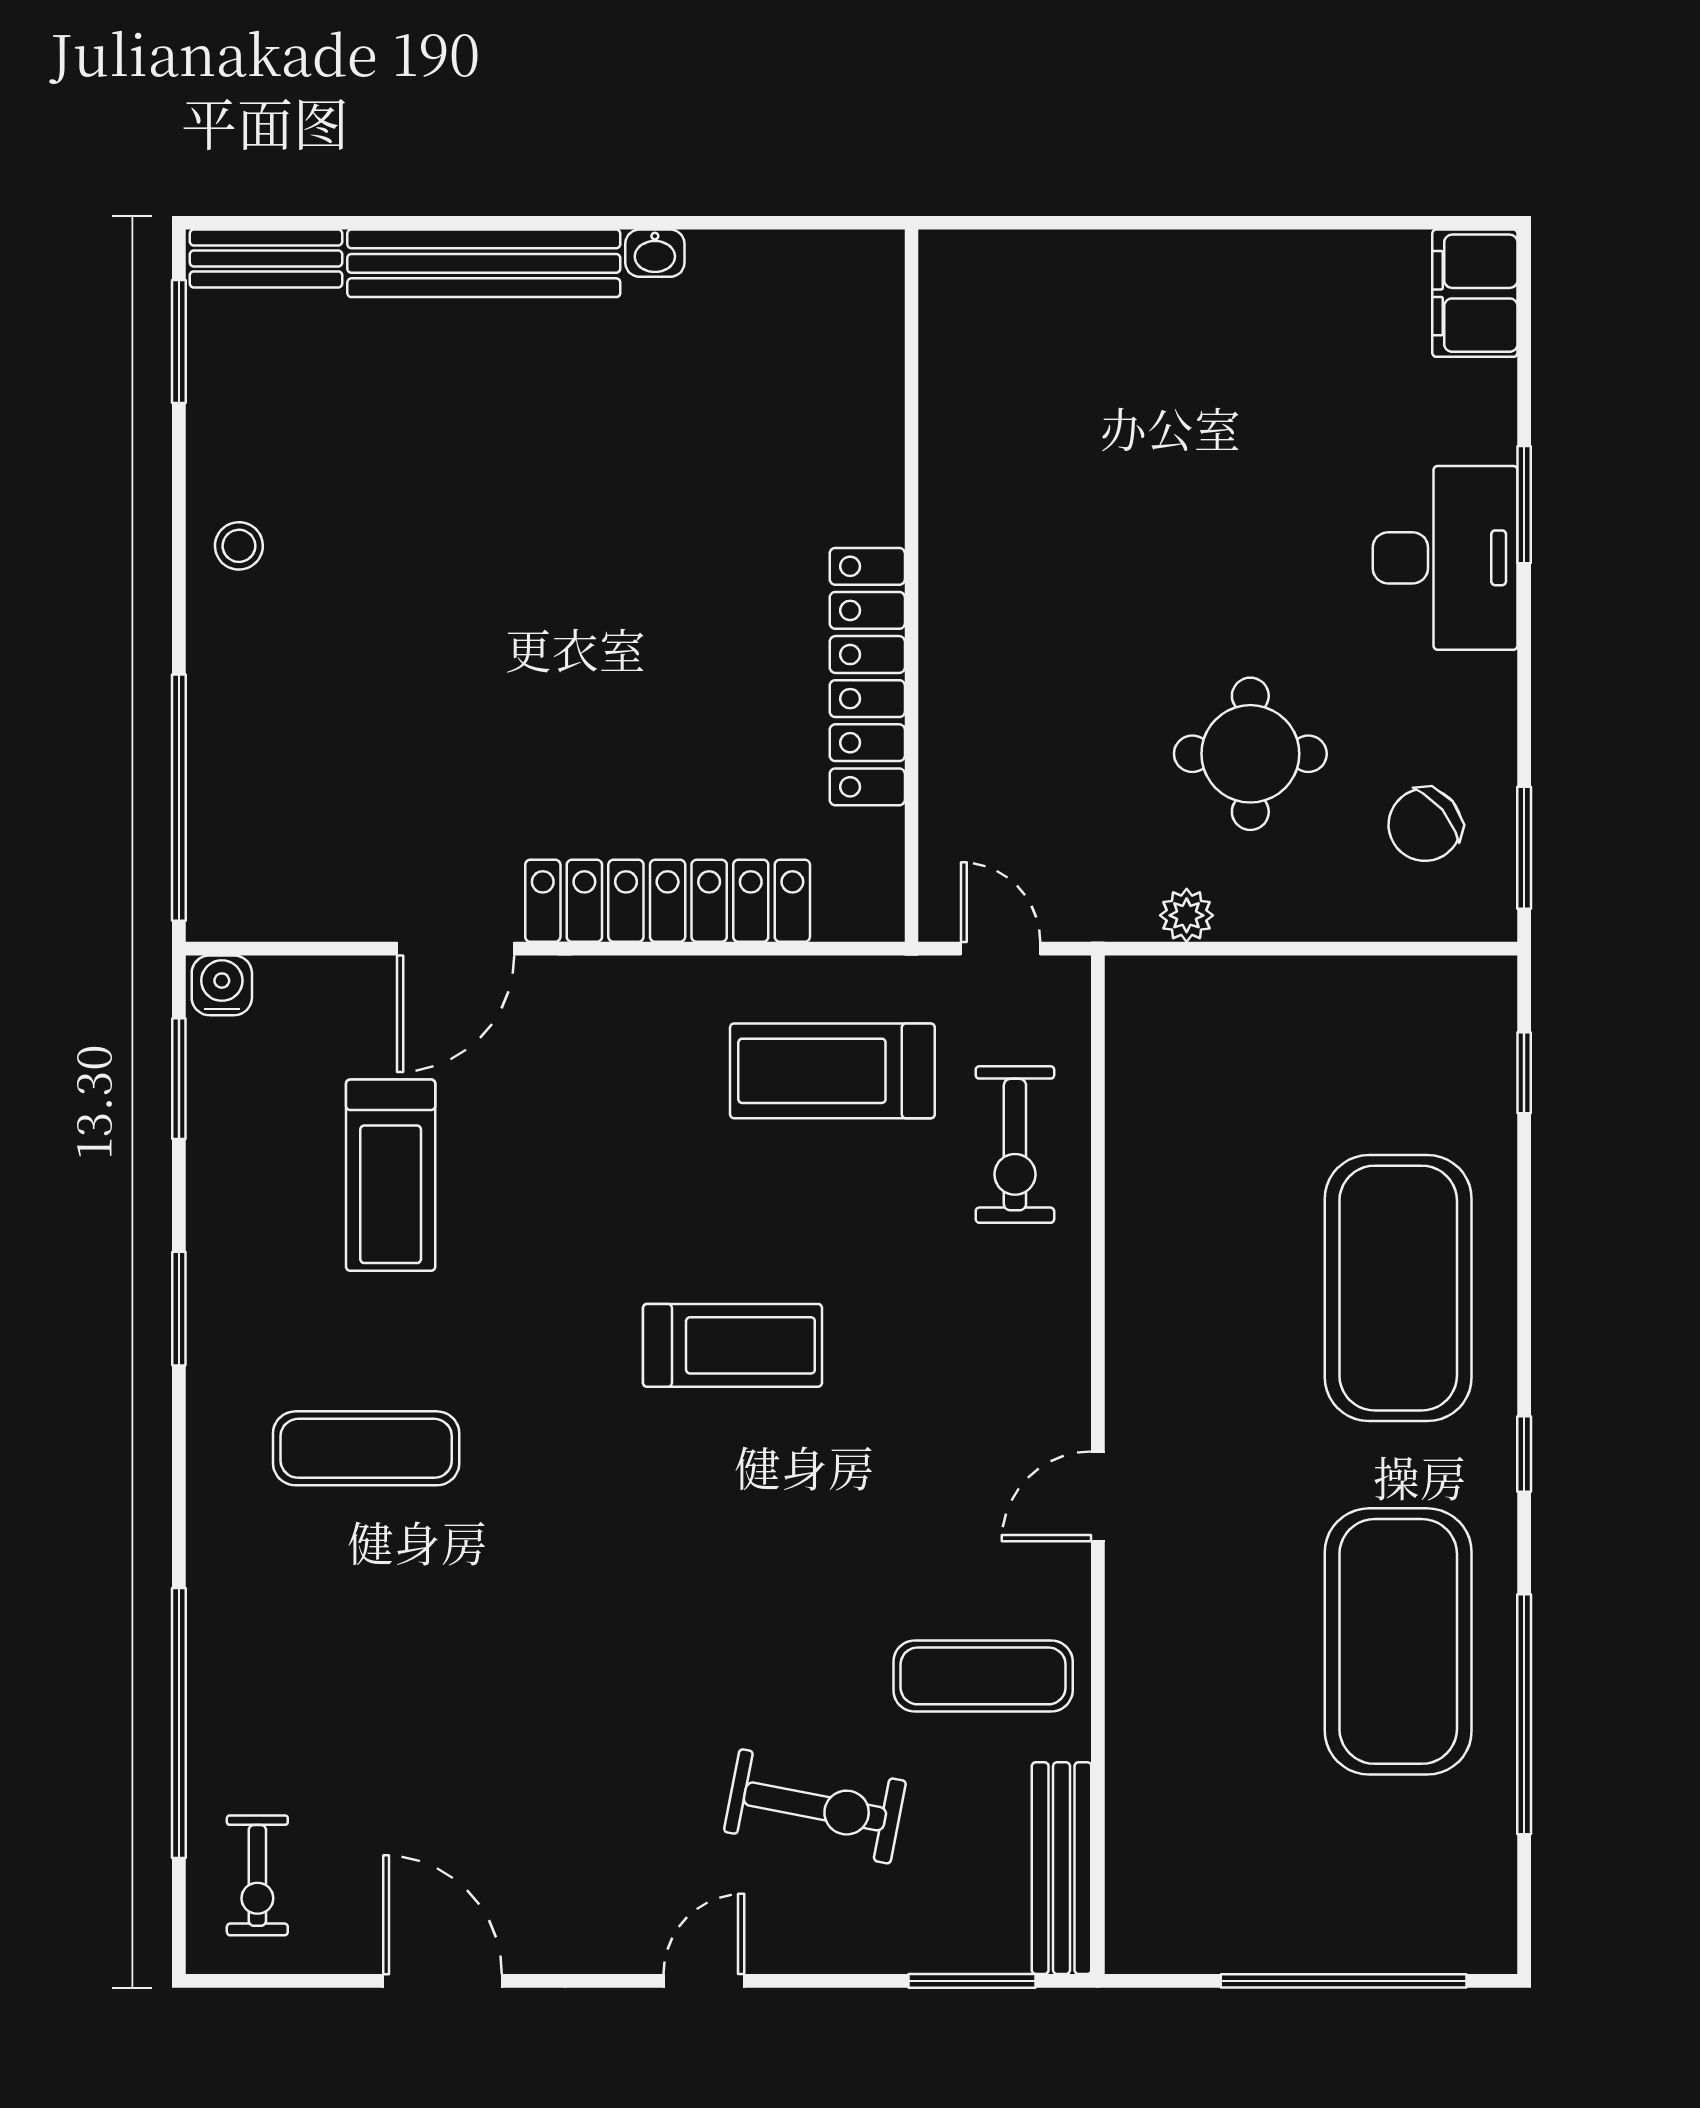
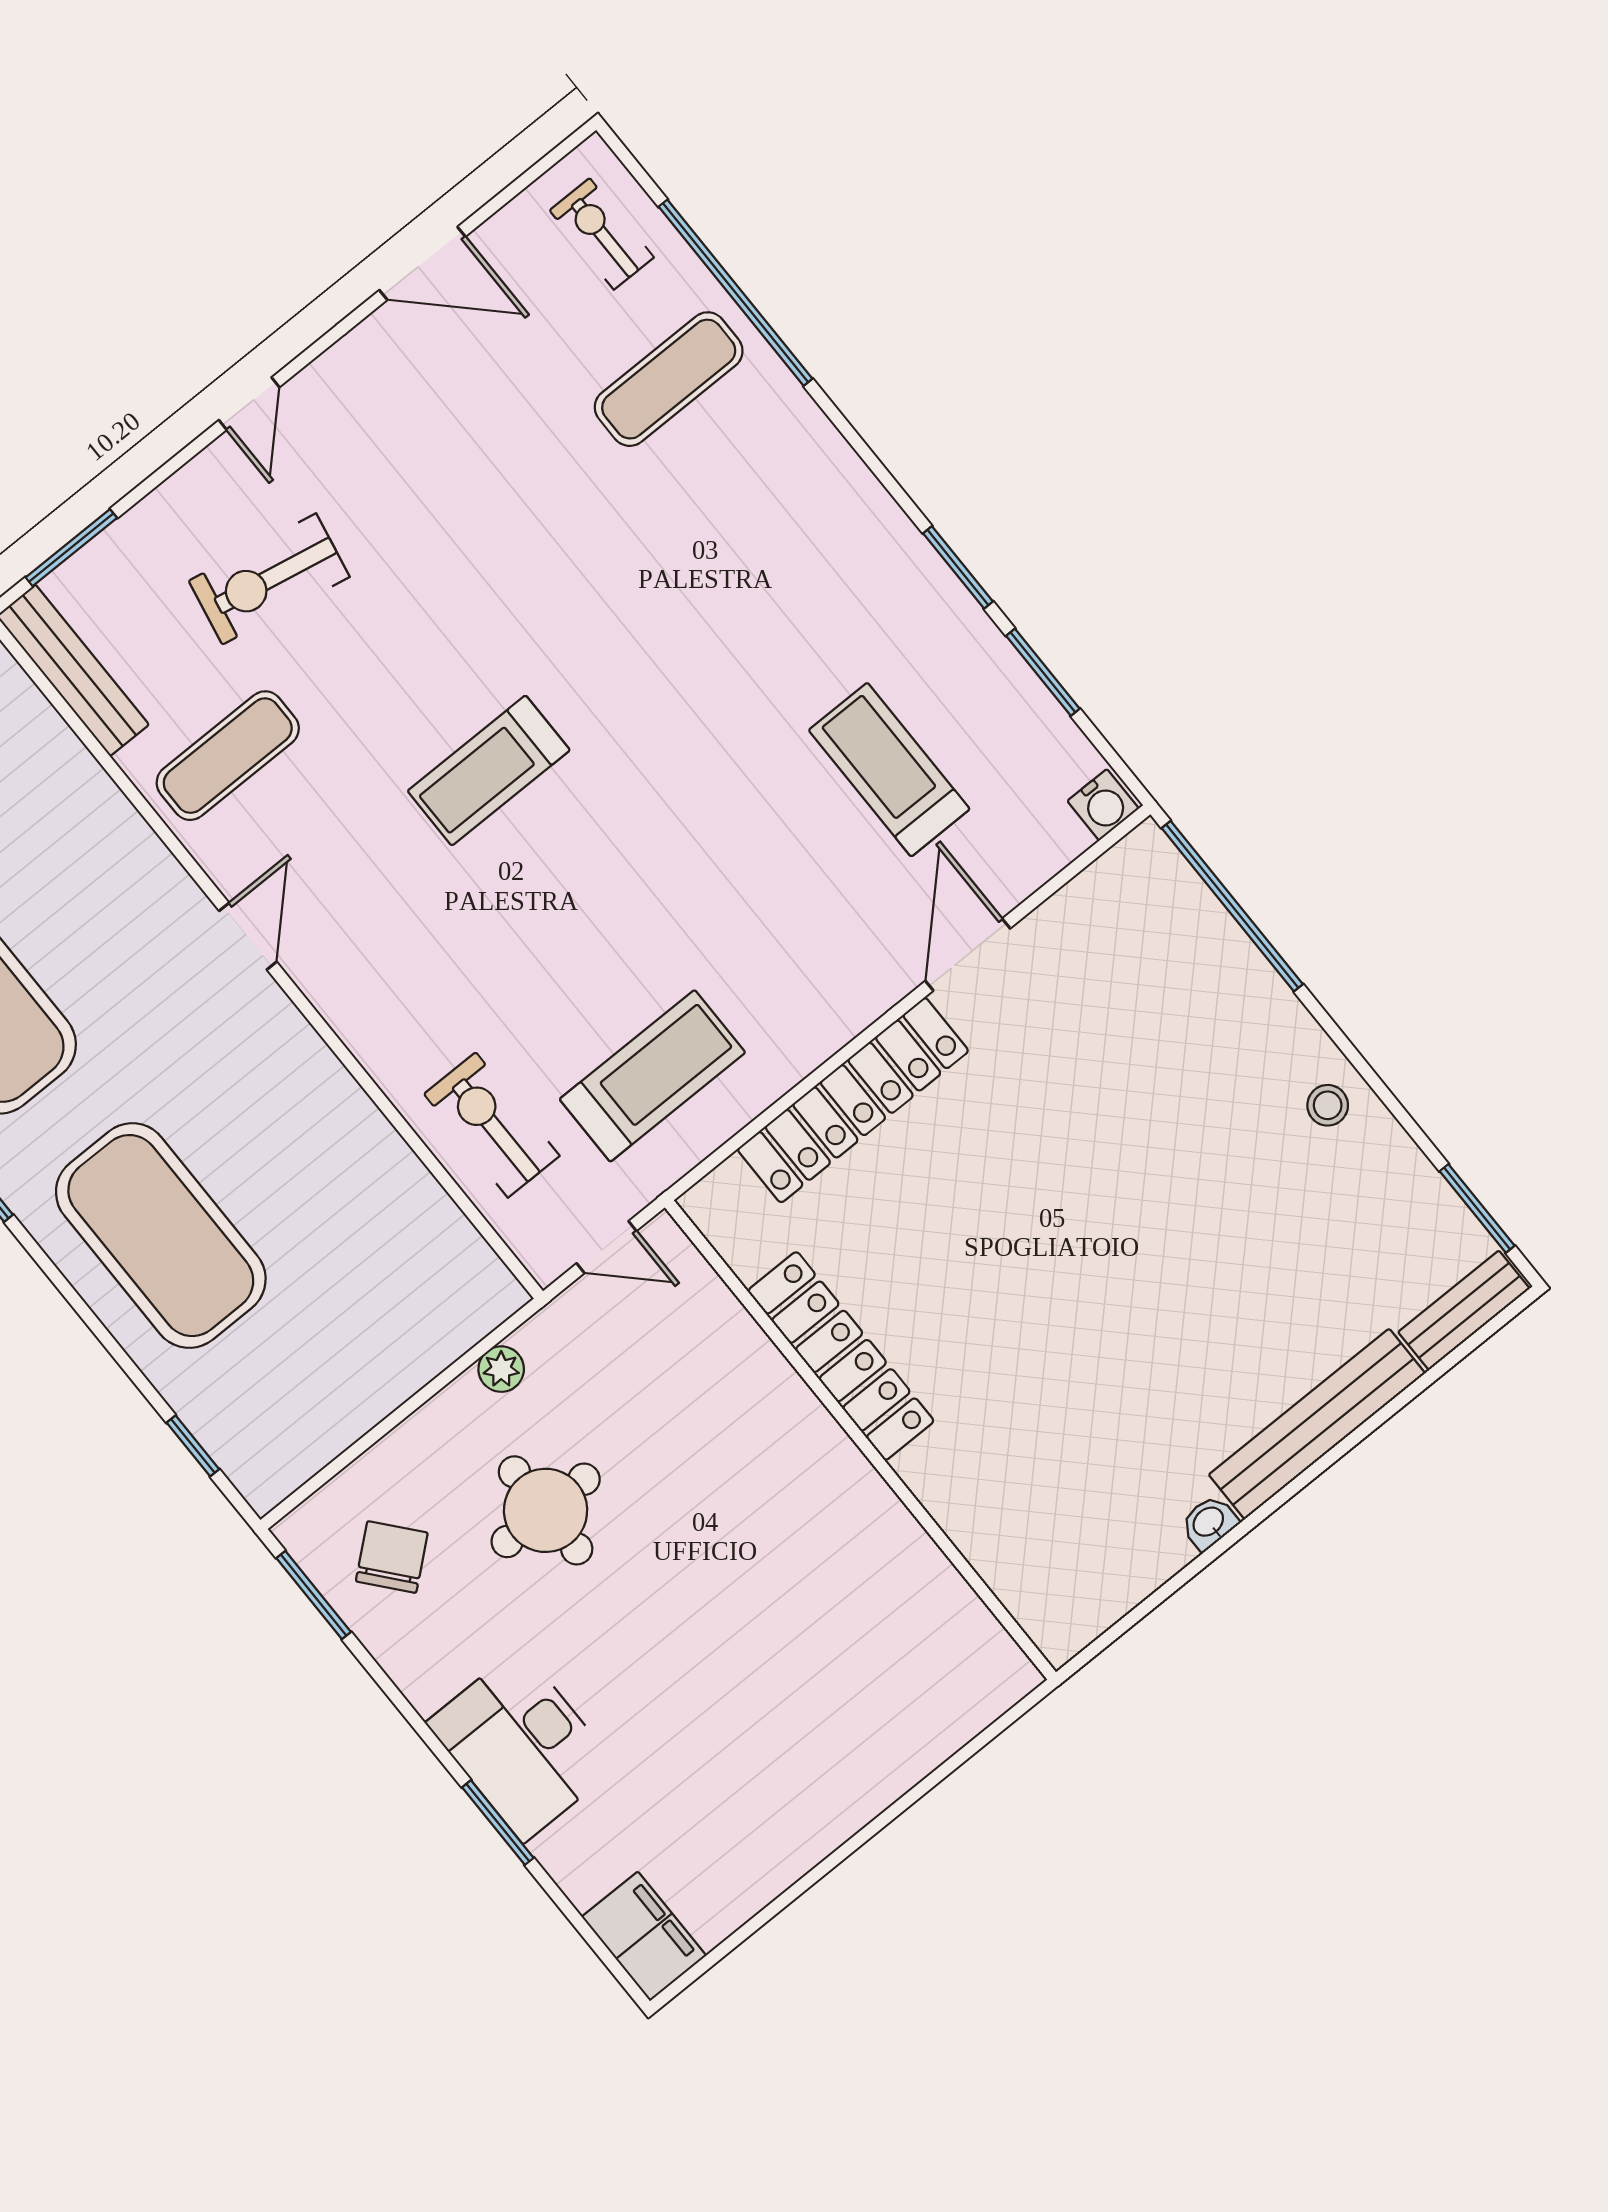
window: (179, 1079) -> (1043, 672), moved
treadmill: (733, 1345) -> (489, 771), moved
exercise mat: (366, 1448) -> (669, 379), moved

